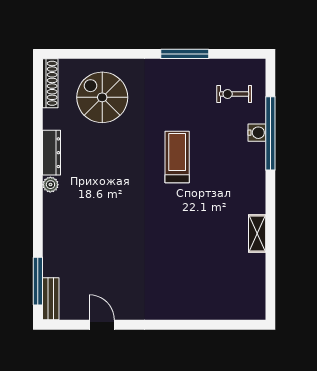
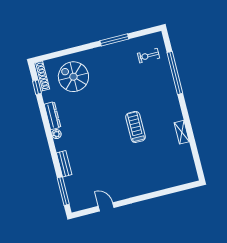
window: (38, 100) -> (37, 87), added
water cooler: (257, 133) -> (167, 74), removed
treadmill: (177, 157) -> (135, 127), moved
bench: (51, 299) -> (64, 164), moved

